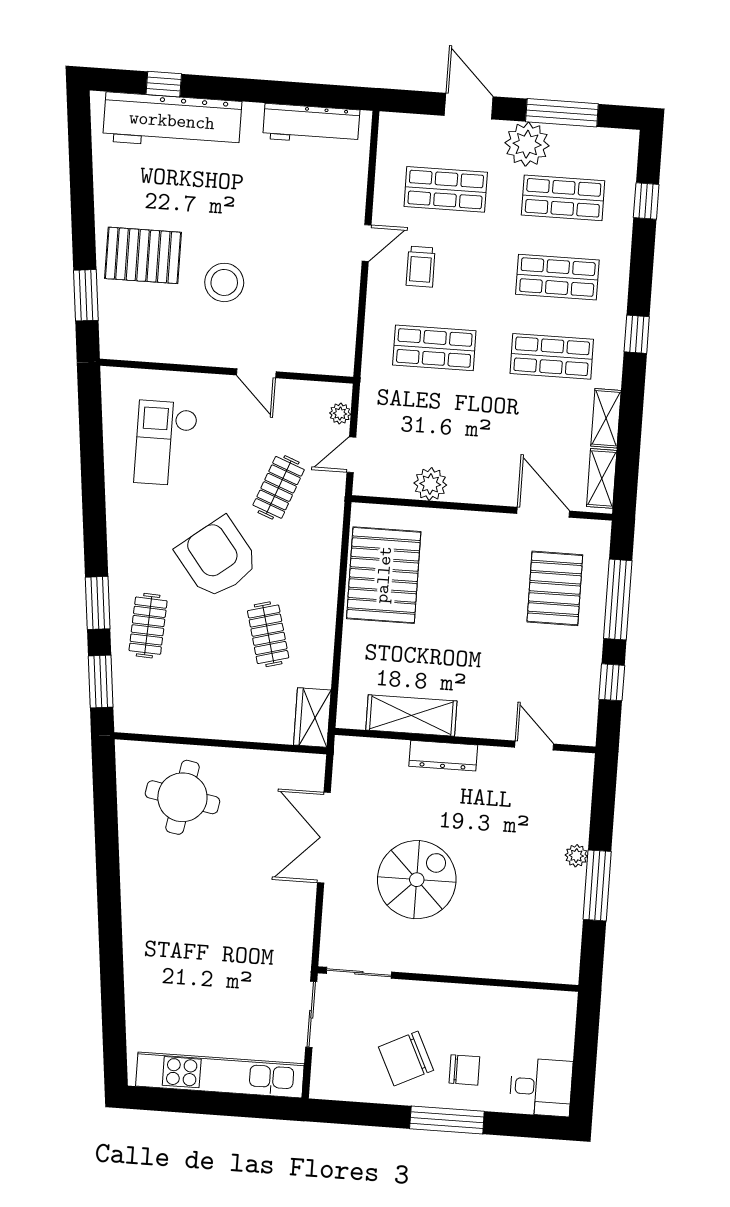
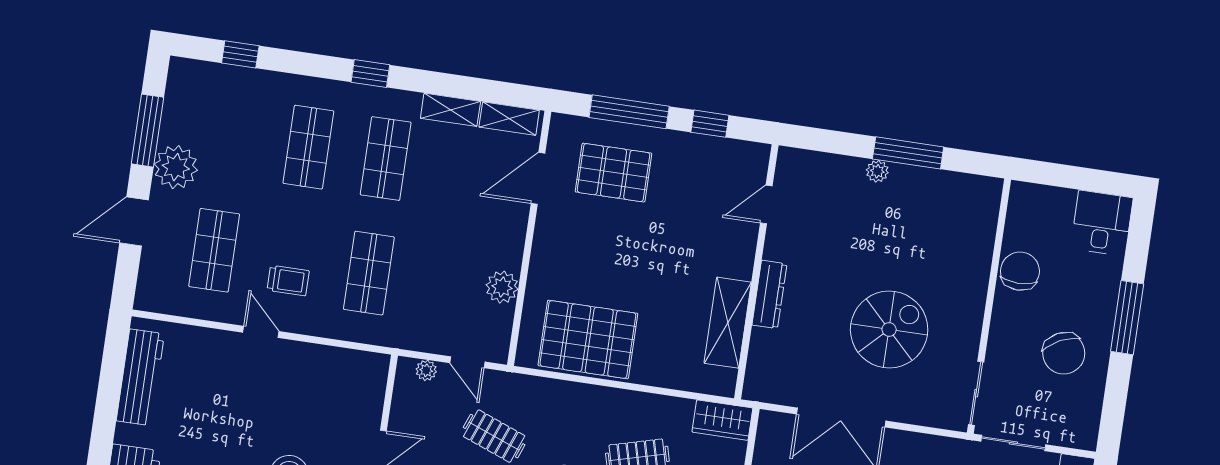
shop shelf: (563, 198) -> (231, 136), removed
spiral stairs: (417, 880) -> (889, 330), turned 90
chair: (464, 1070) -> (1020, 271), moved, width x1.37, depth x1.37

